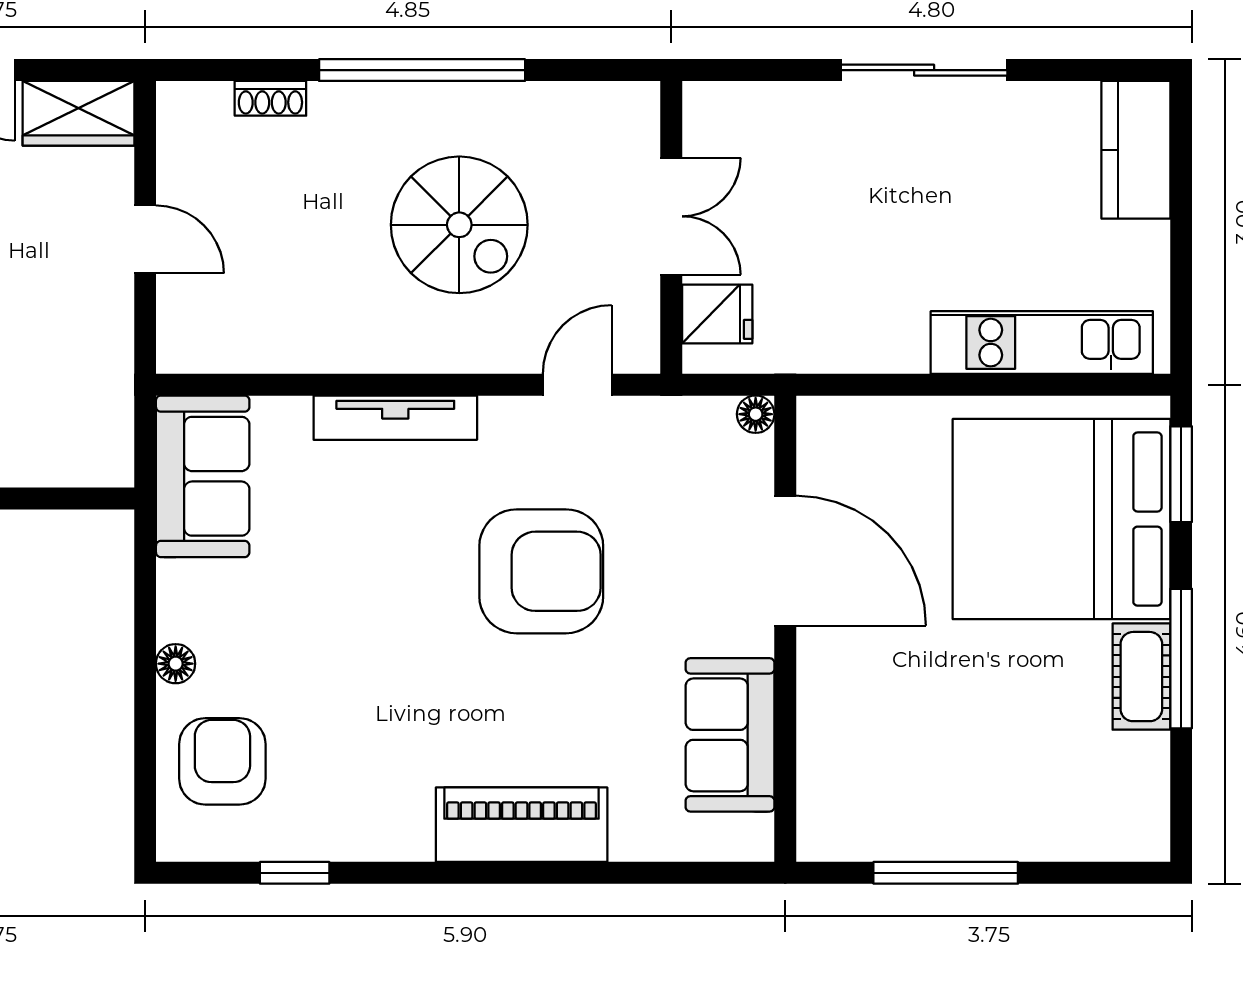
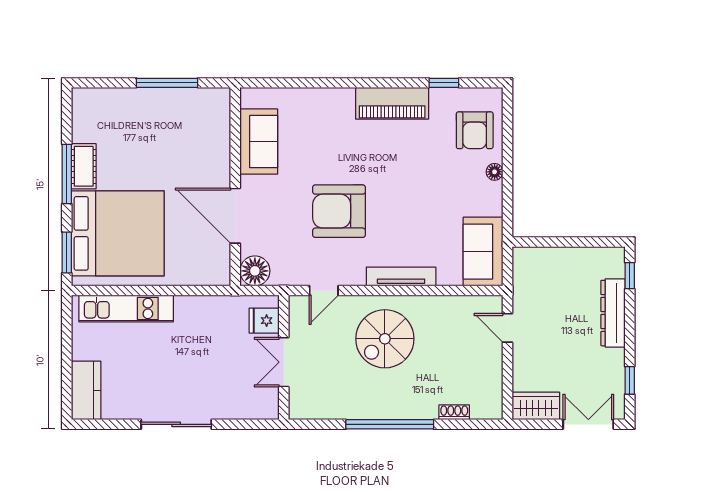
spiral stairs: (459, 225) -> (385, 339), moved, turned -90
door: (145, 239) -> (508, 328), moved
floor lamp: (756, 414) -> (255, 271), width x1.89, depth x1.89
piano: (522, 825) -> (392, 103), moved

